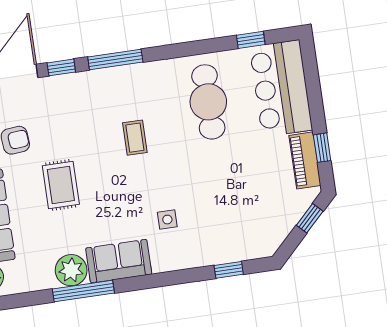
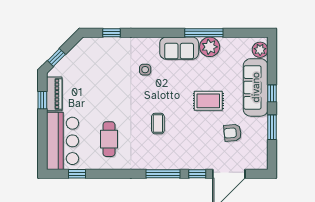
cafe table: (208, 102) -> (109, 139), width x0.73, depth x0.74
rug: (61, 185) -> (208, 101), turned 90

